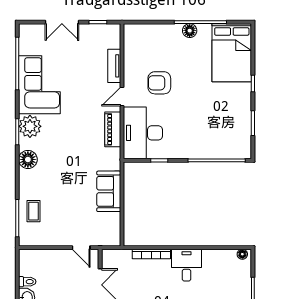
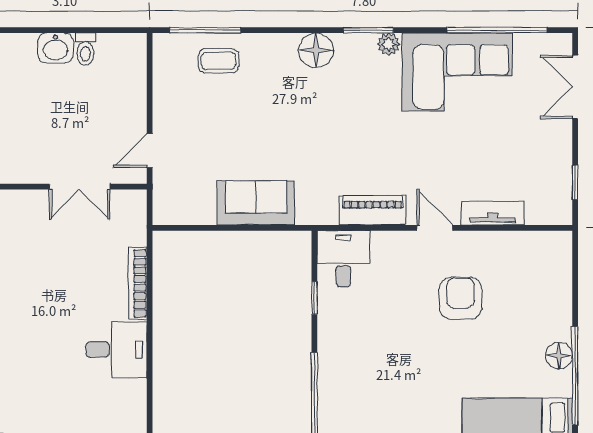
double door: (62, 22) -> (575, 87), moved
plant: (30, 126) -> (389, 44), width x0.53, depth x0.53
desk: (143, 133) -> (343, 259), width x0.53, depth x0.77

